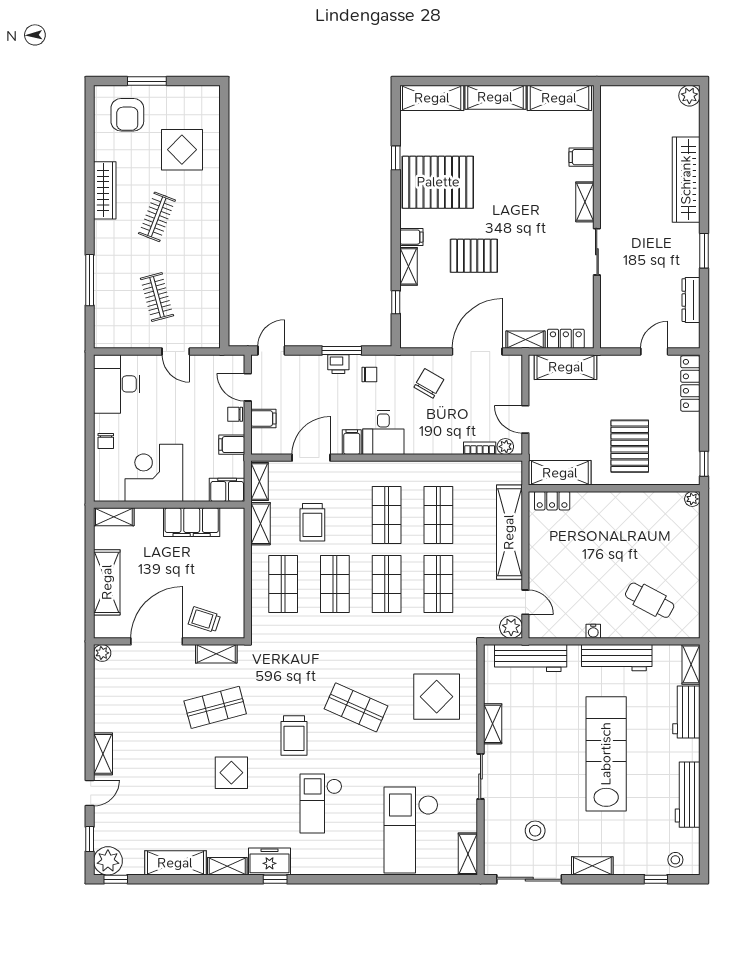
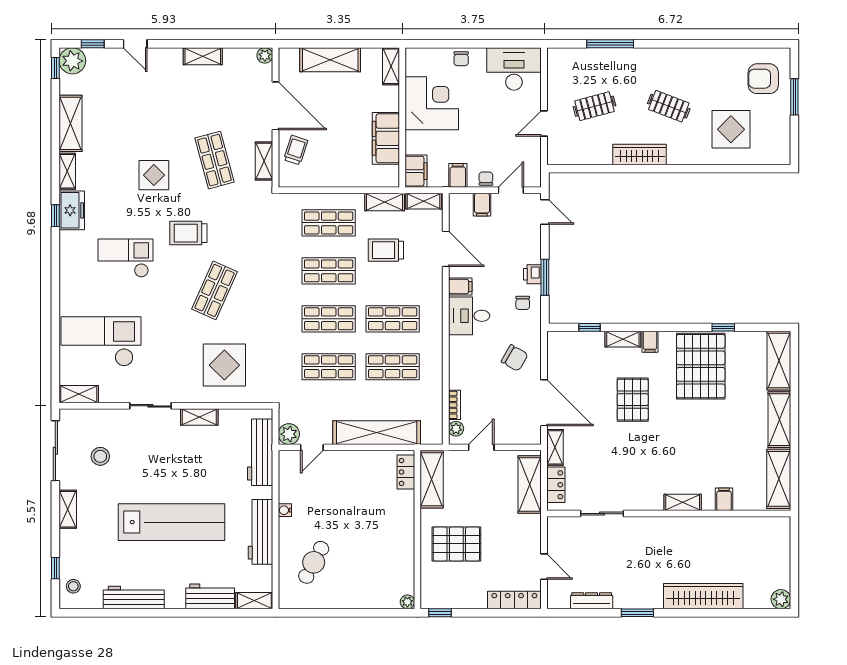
wardrobe: (105, 190) -> (640, 154), moved, turned 180
sliding door: (597, 252) -> (602, 514), moved
chair: (106, 441) -> (461, 59), turned -90
shelving: (103, 754) -> (203, 56), moved

